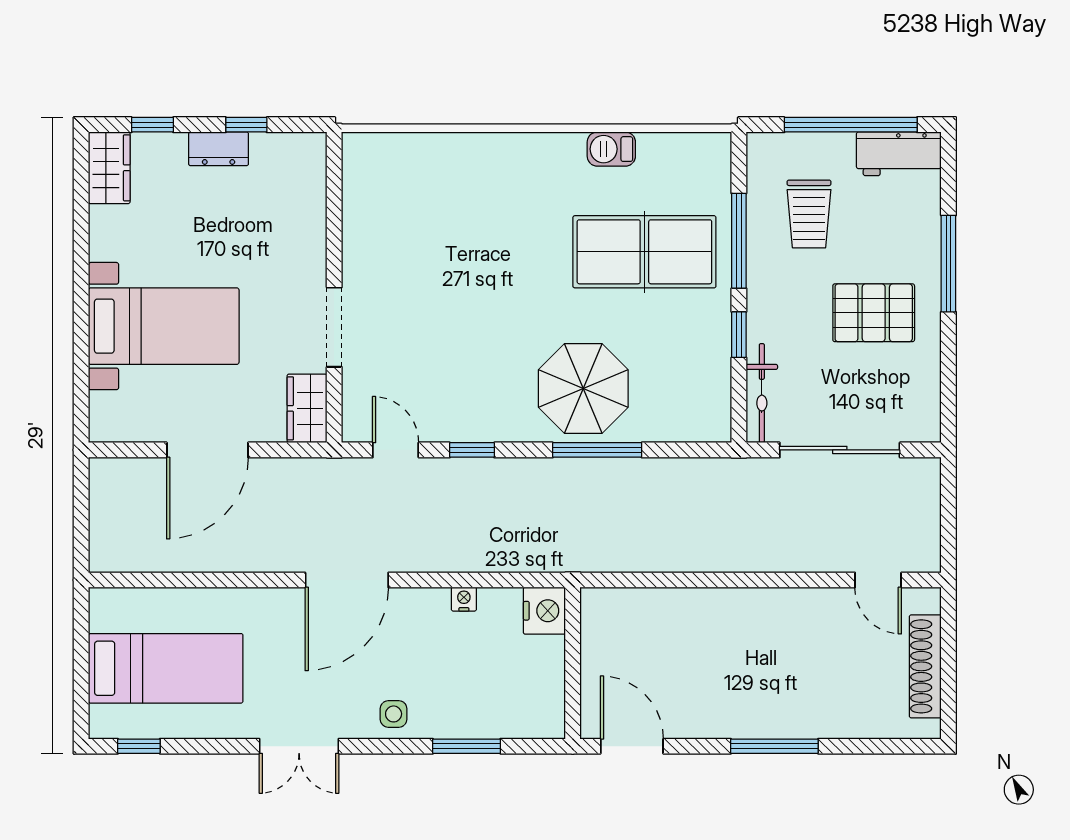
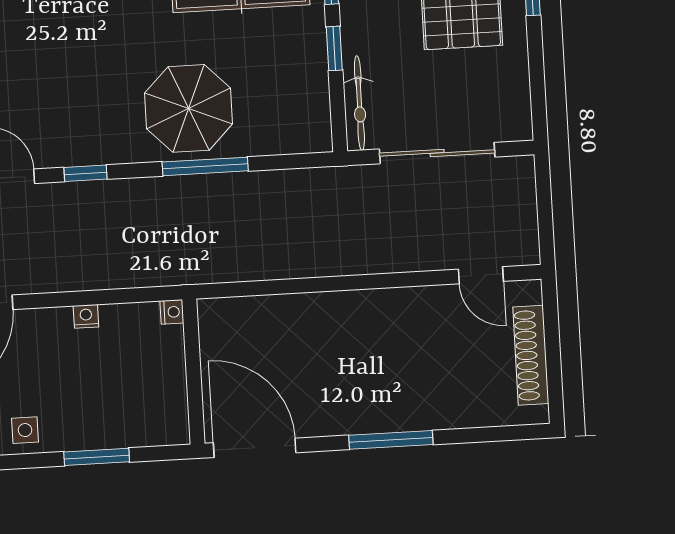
nightstand: (544, 611) -> (172, 312), width x0.53, depth x0.56
door: (632, 746) -> (255, 448), width x1.36

